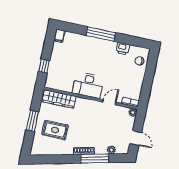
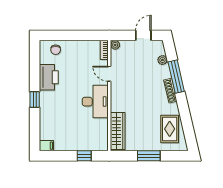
window: (101, 34) -> (35, 100), width x0.46
printer: (123, 49) -> (49, 77), width x1.87, depth x1.48
rug: (55, 130) -> (170, 129), moved

